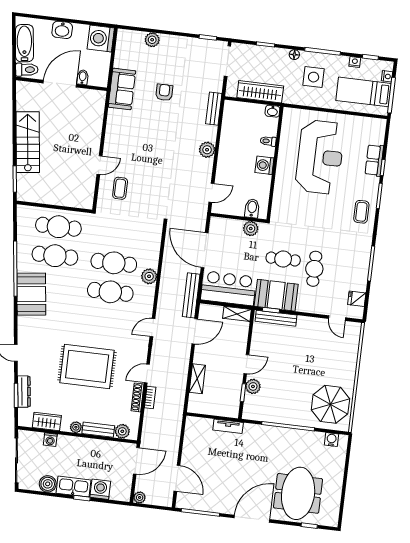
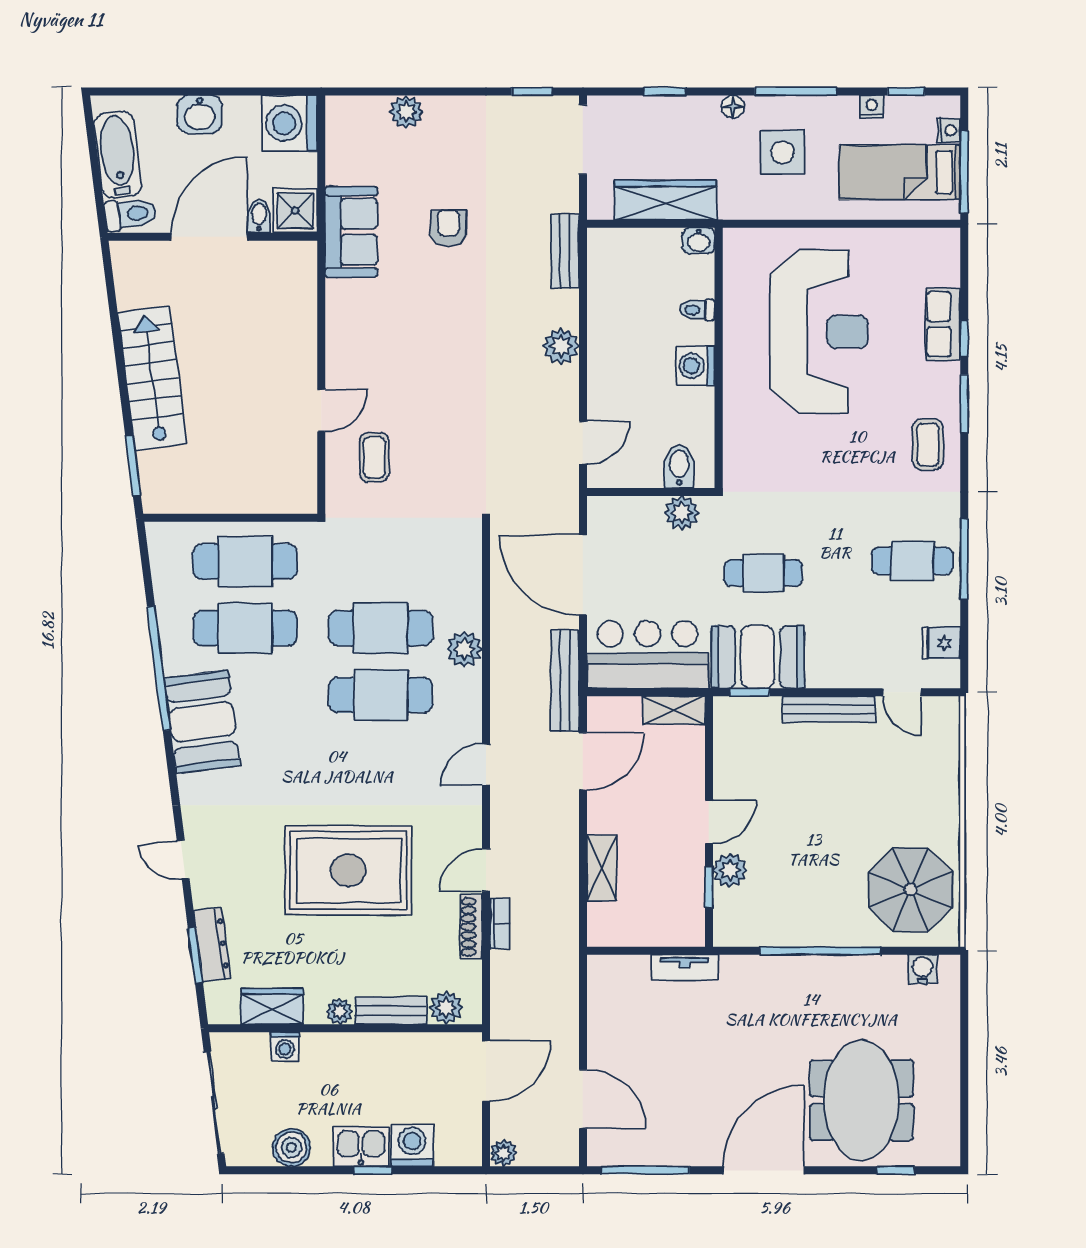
shower: (99, 77) -> (295, 211), added
cafe table: (314, 269) -> (912, 561), moved, turned 90
bench: (276, 318) -> (829, 709), moved
kitchen sink: (74, 487) -> (361, 1147), width x0.73

